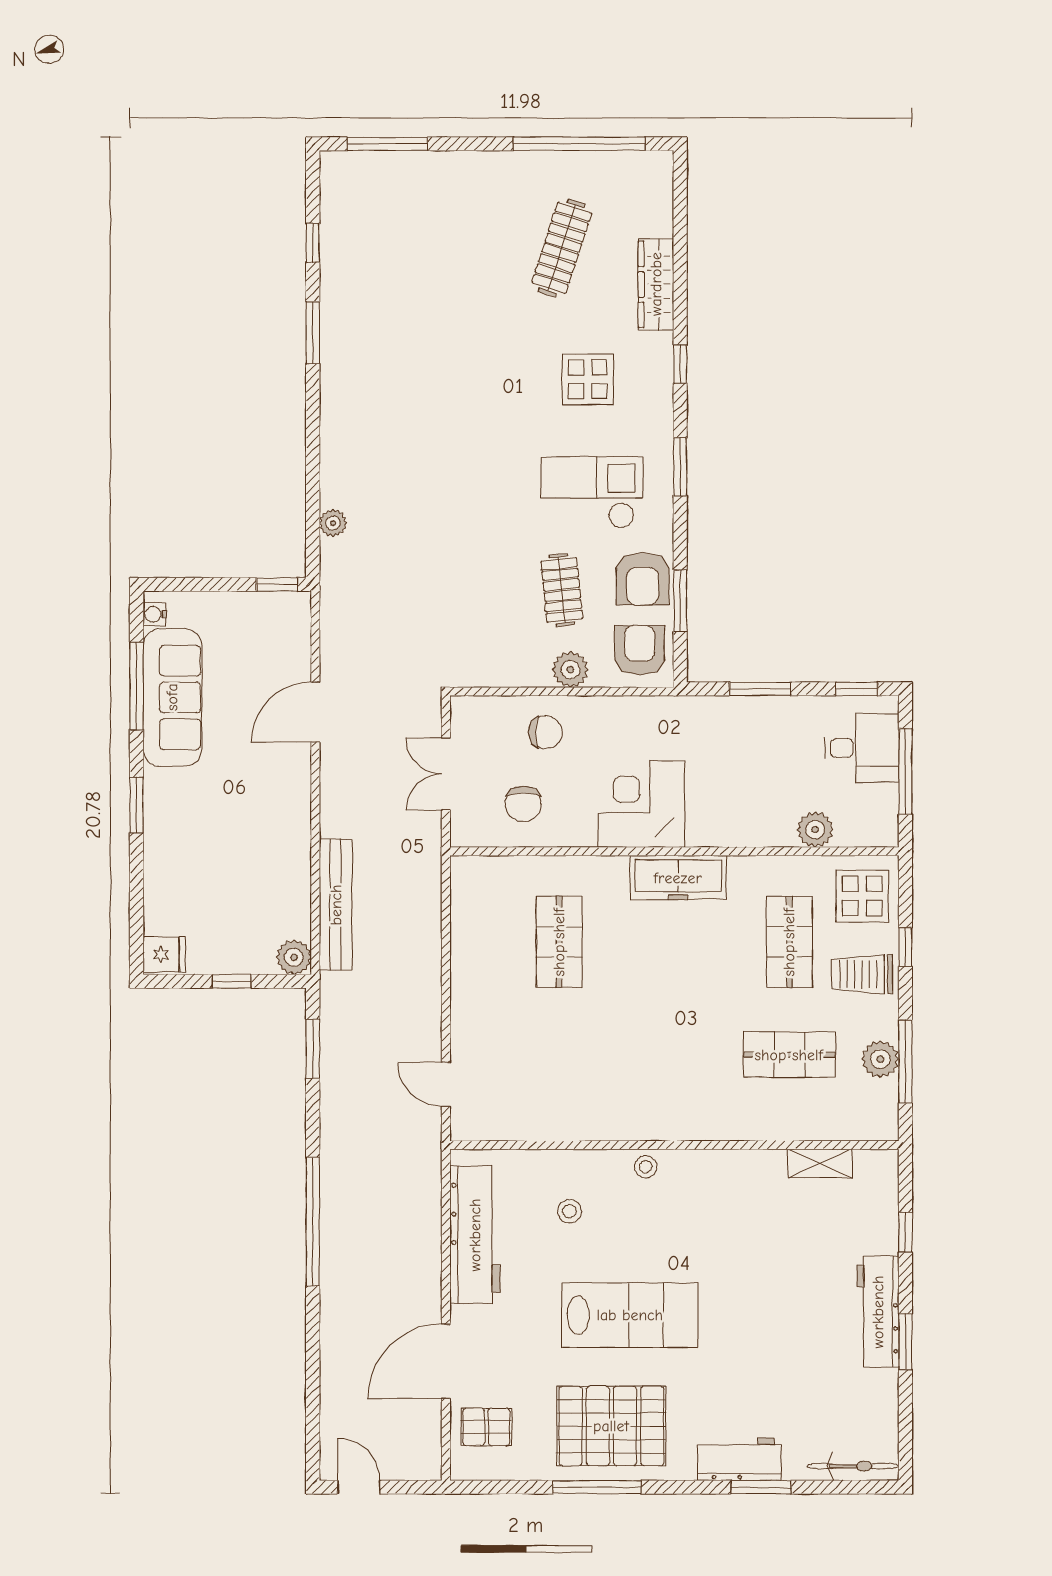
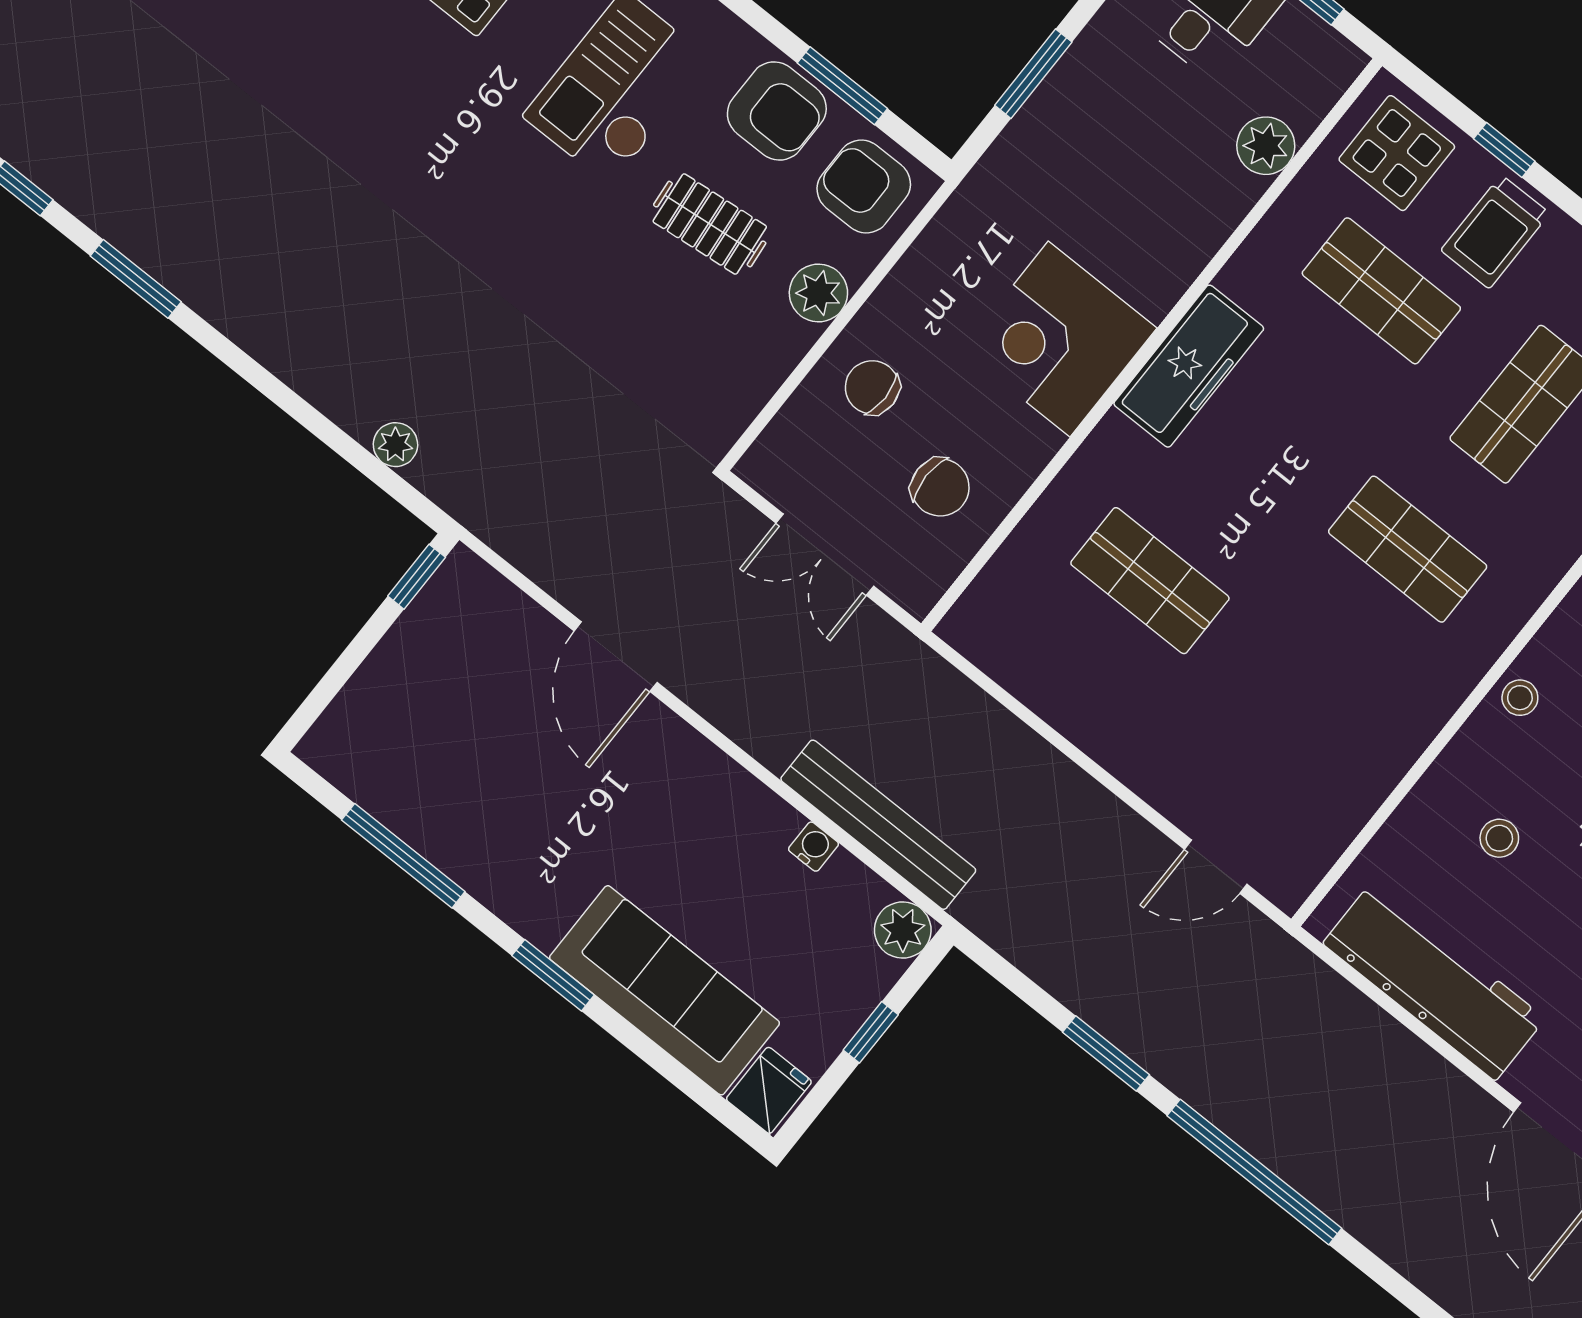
water cooler: (155, 614) -> (814, 847), moved, turned 180
sofa: (172, 697) -> (665, 990), moved
chair: (545, 732) -> (872, 387), turned -90
window: (313, 1049) -> (1106, 1053), moved
shop shelf: (674, 1055) -> (1408, 549), added

